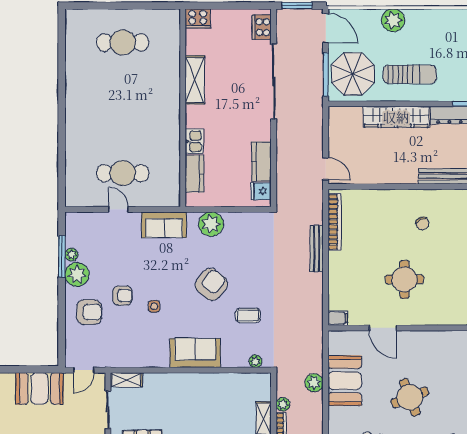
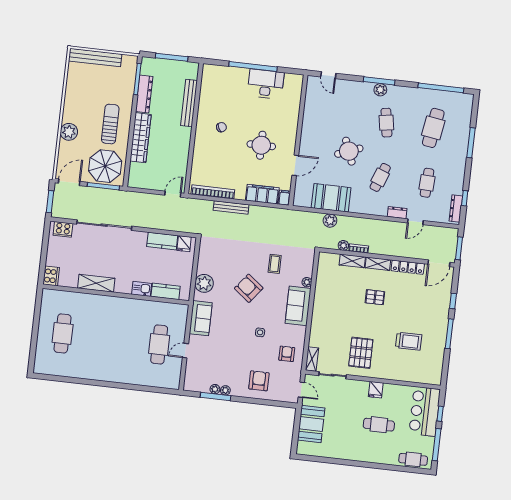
plant: (77, 274) -> (225, 390), width x0.53, depth x0.53
filing cabinet: (339, 288) -> (262, 194), added
armchair: (122, 296) -> (287, 354), moved
plant: (255, 361) -> (307, 282), moved

